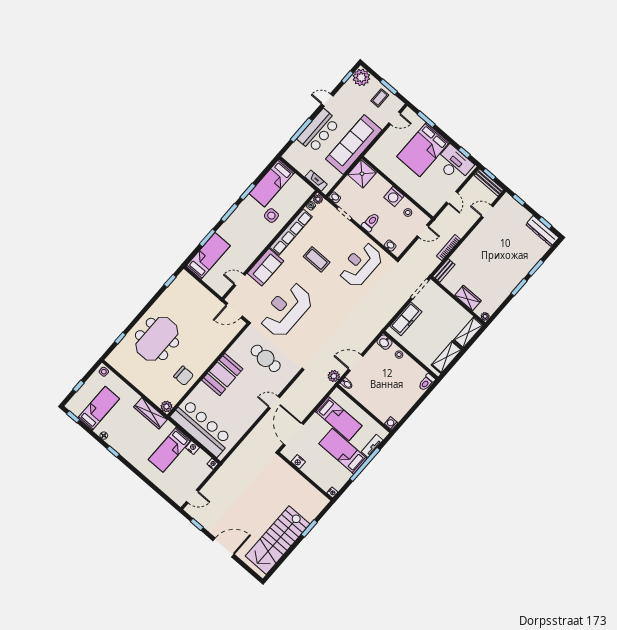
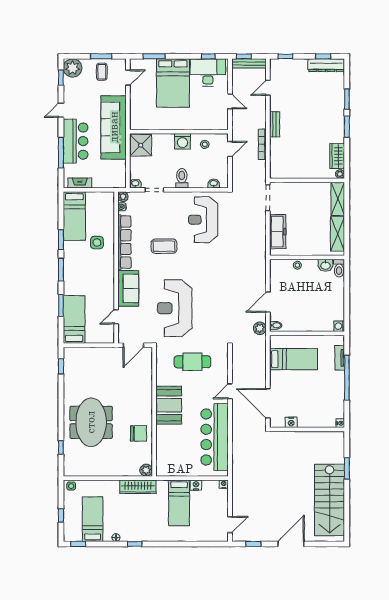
fireplace: (316, 181) -> (80, 183), moved
bench: (444, 270) -> (275, 124), moved
wardrobe: (468, 298) -> (337, 156), moved, turned -90
washbasin: (385, 342) -> (325, 265), moved
bar counter: (201, 428) -> (215, 437), moved, turned -90
bed: (343, 451) -> (320, 382), removed

